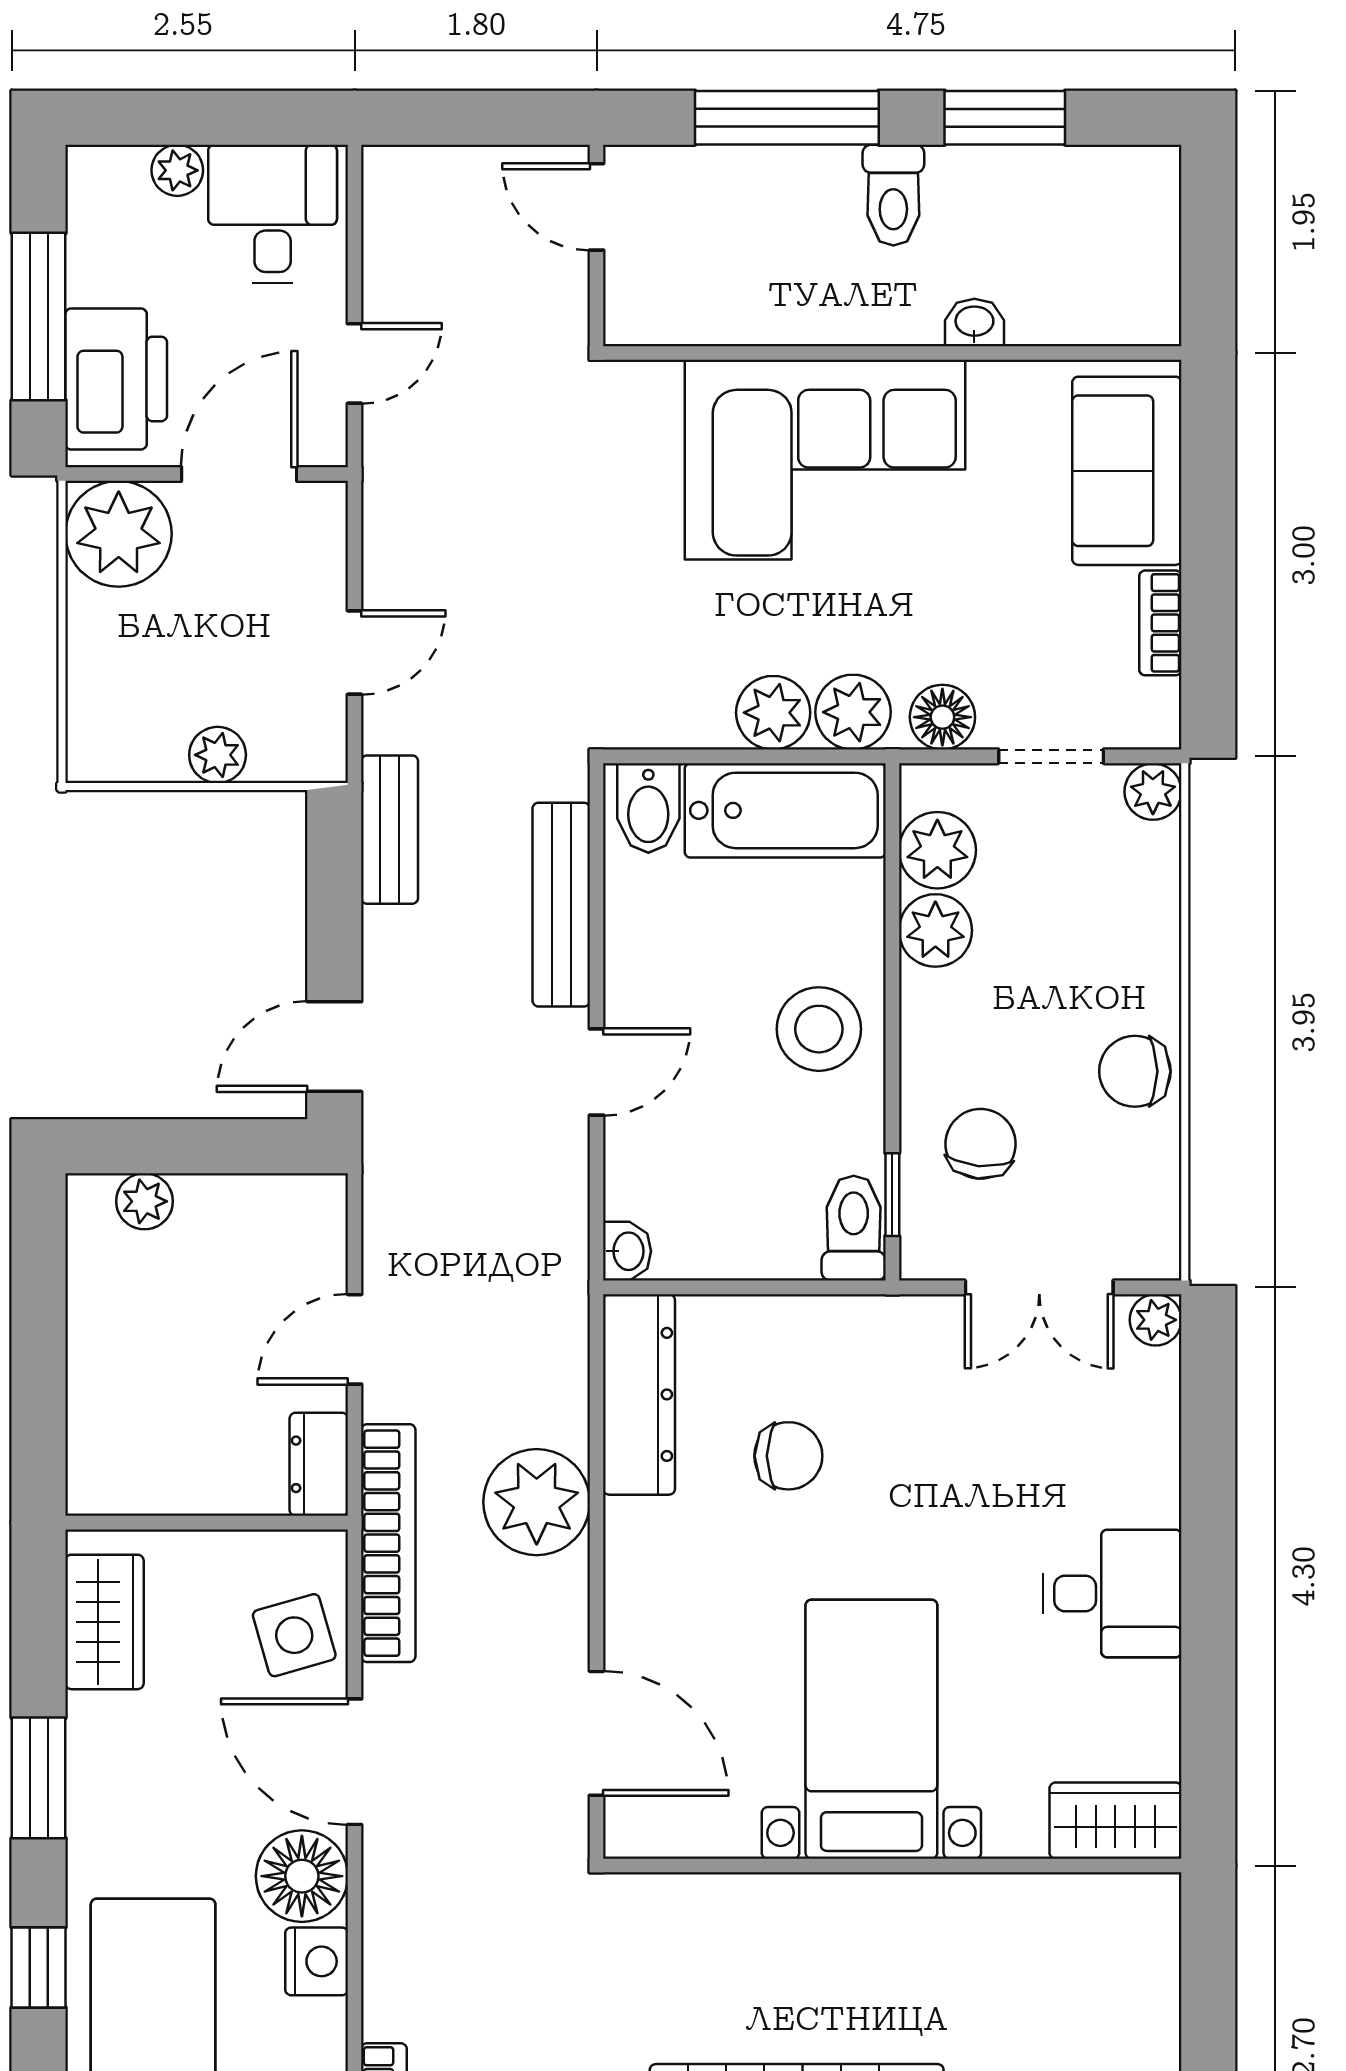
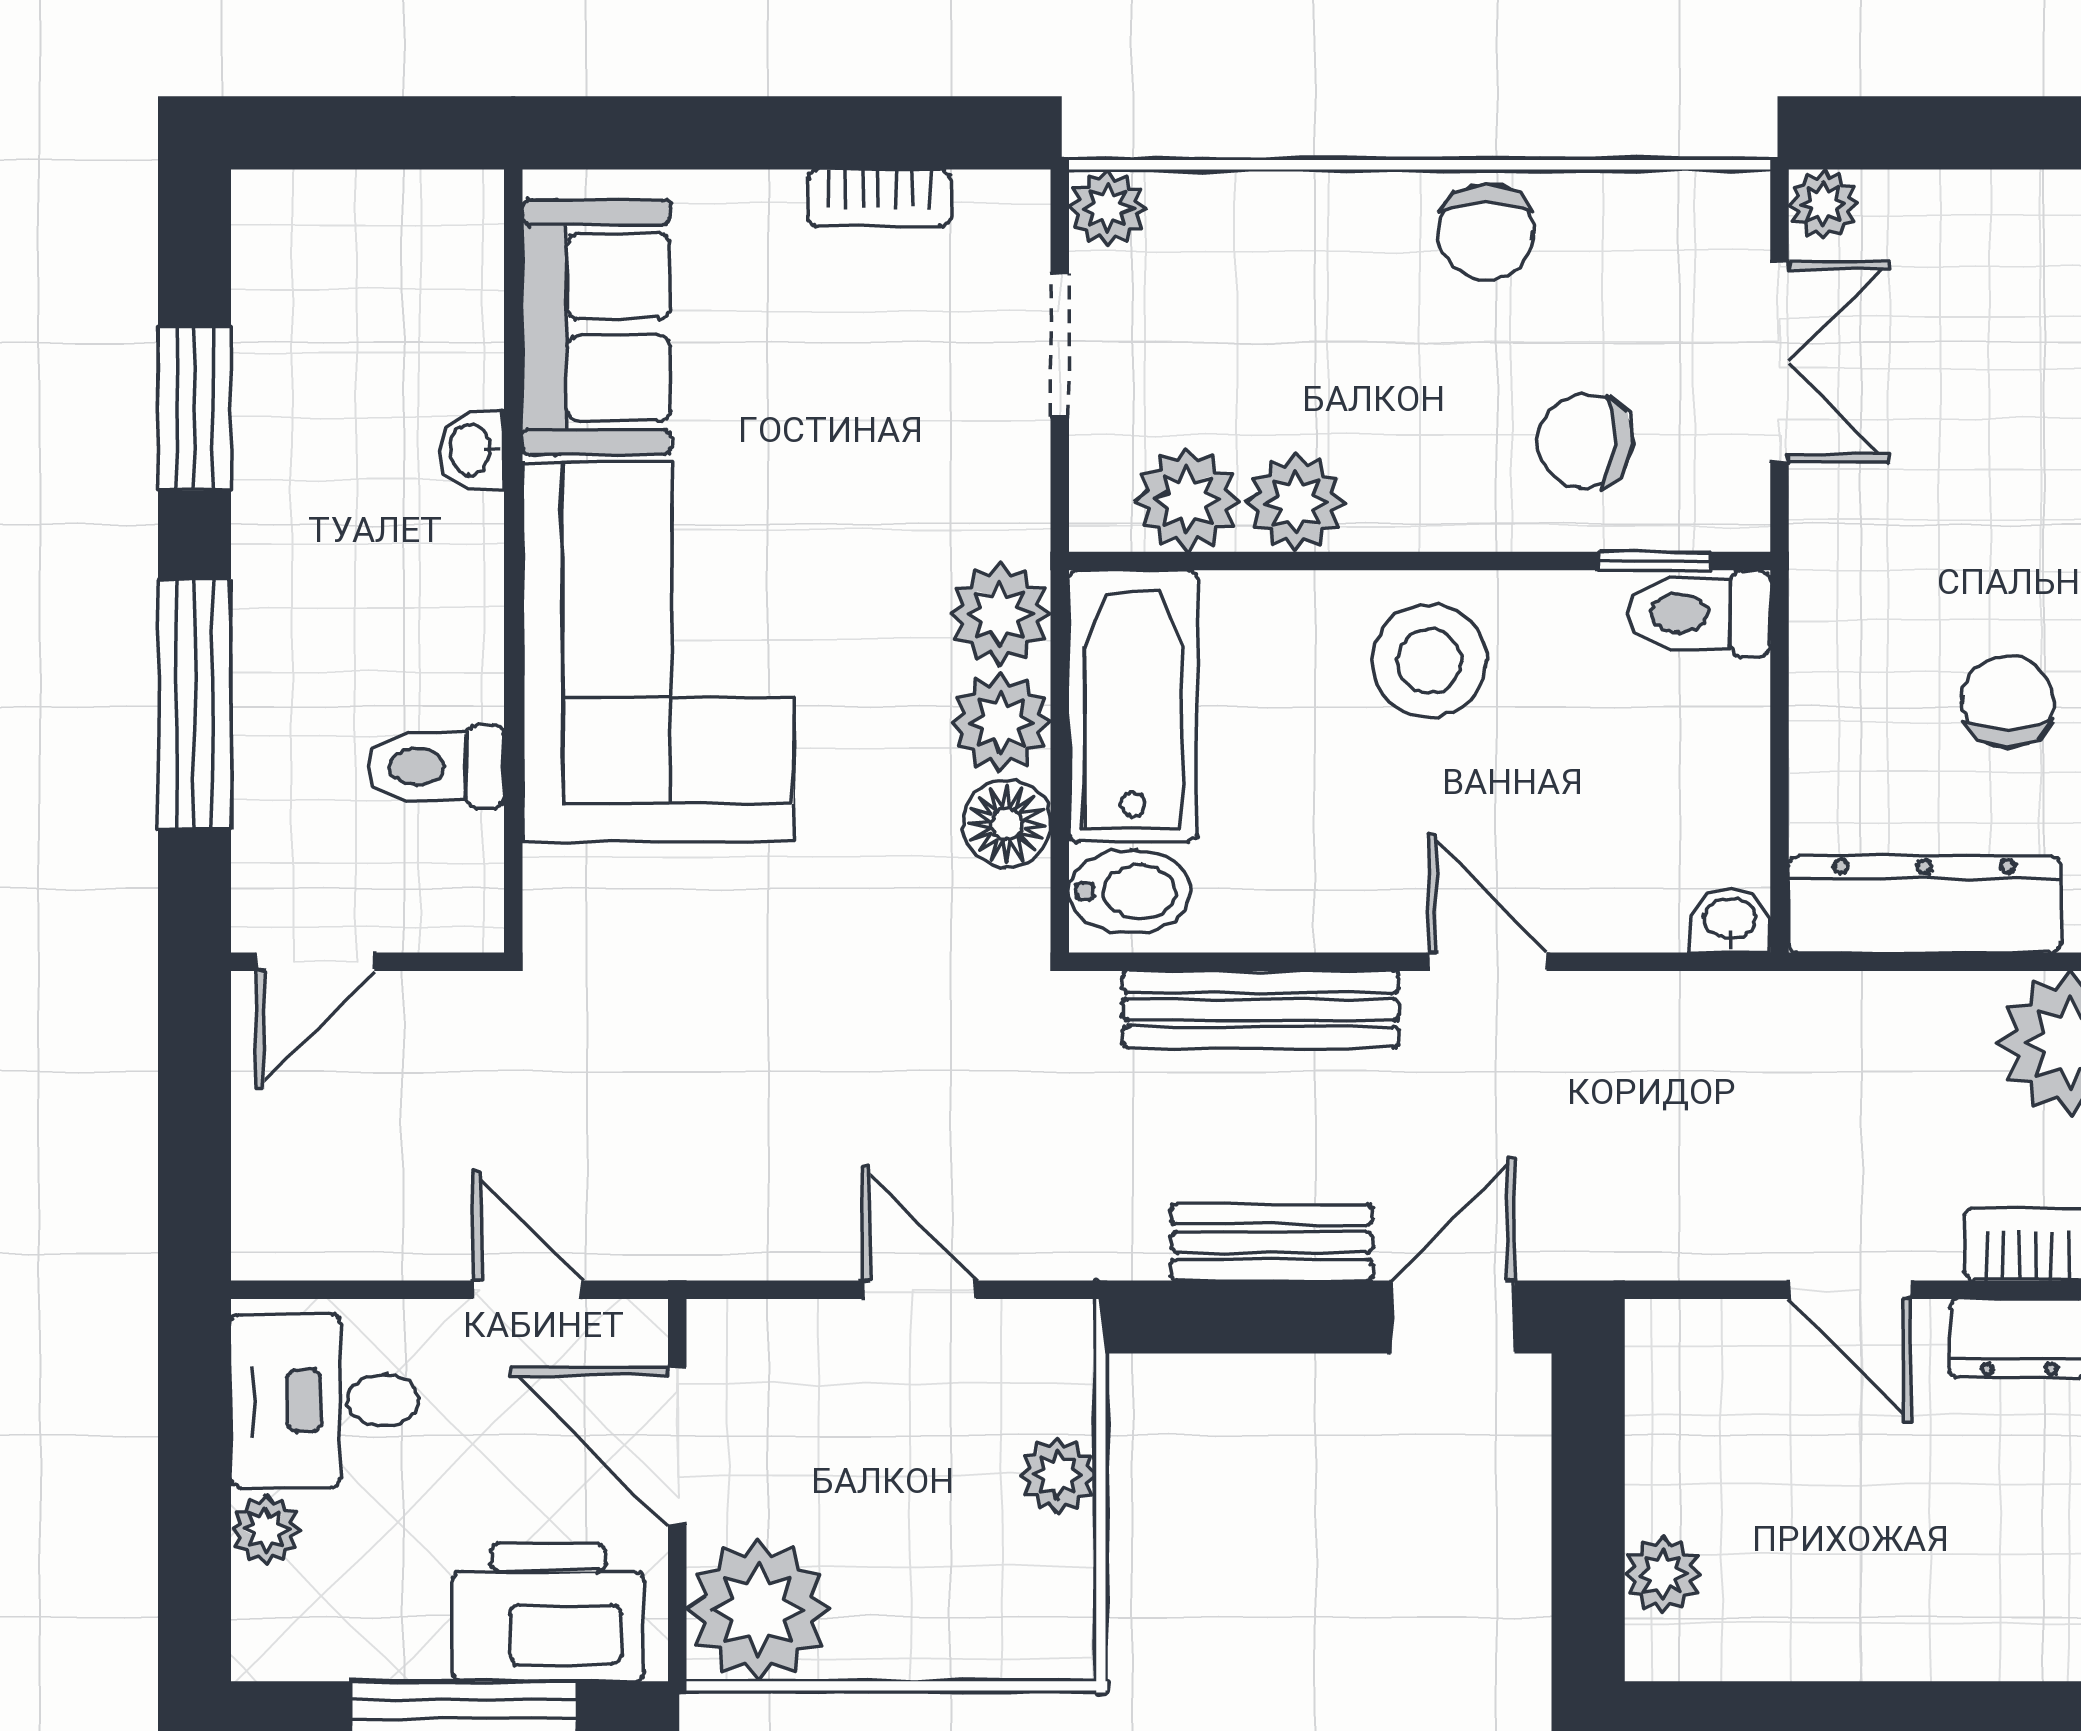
toilet: (893, 195) -> (436, 767), moved, turned 180
sofa: (1127, 471) -> (596, 327), moved, turned -90
floor lamp: (942, 717) -> (1007, 824), moved
bench: (390, 830) -> (1272, 1242), moved
door: (334, 1047) -> (1453, 1317), swing flipped

